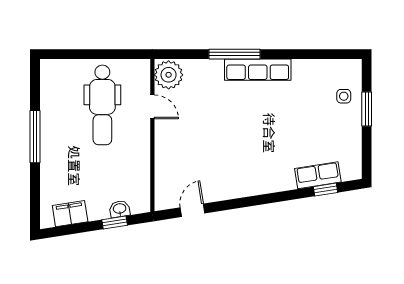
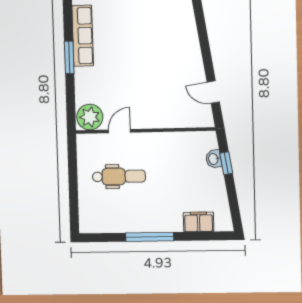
window: (235, 54) -> (69, 57), width x0.69
dental chair: (102, 105) -> (119, 176), width x0.73, depth x0.72
filing cabinet: (70, 214) -> (199, 222), moved, turned 99

